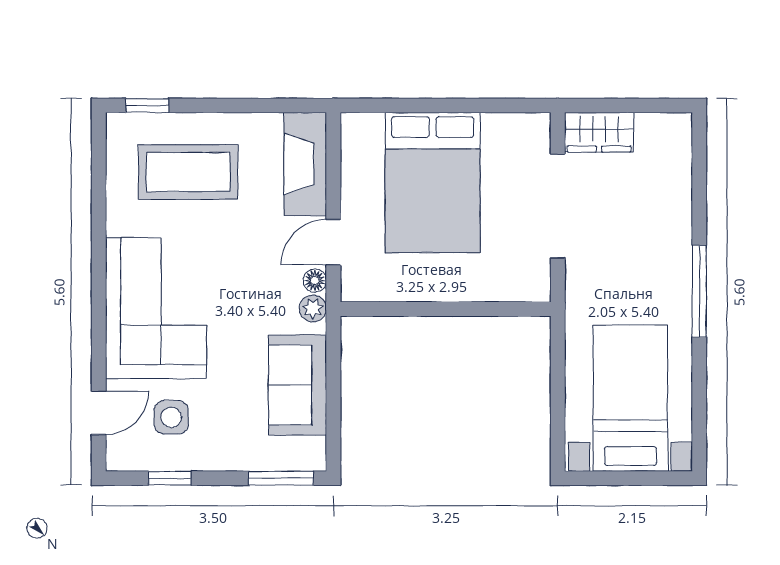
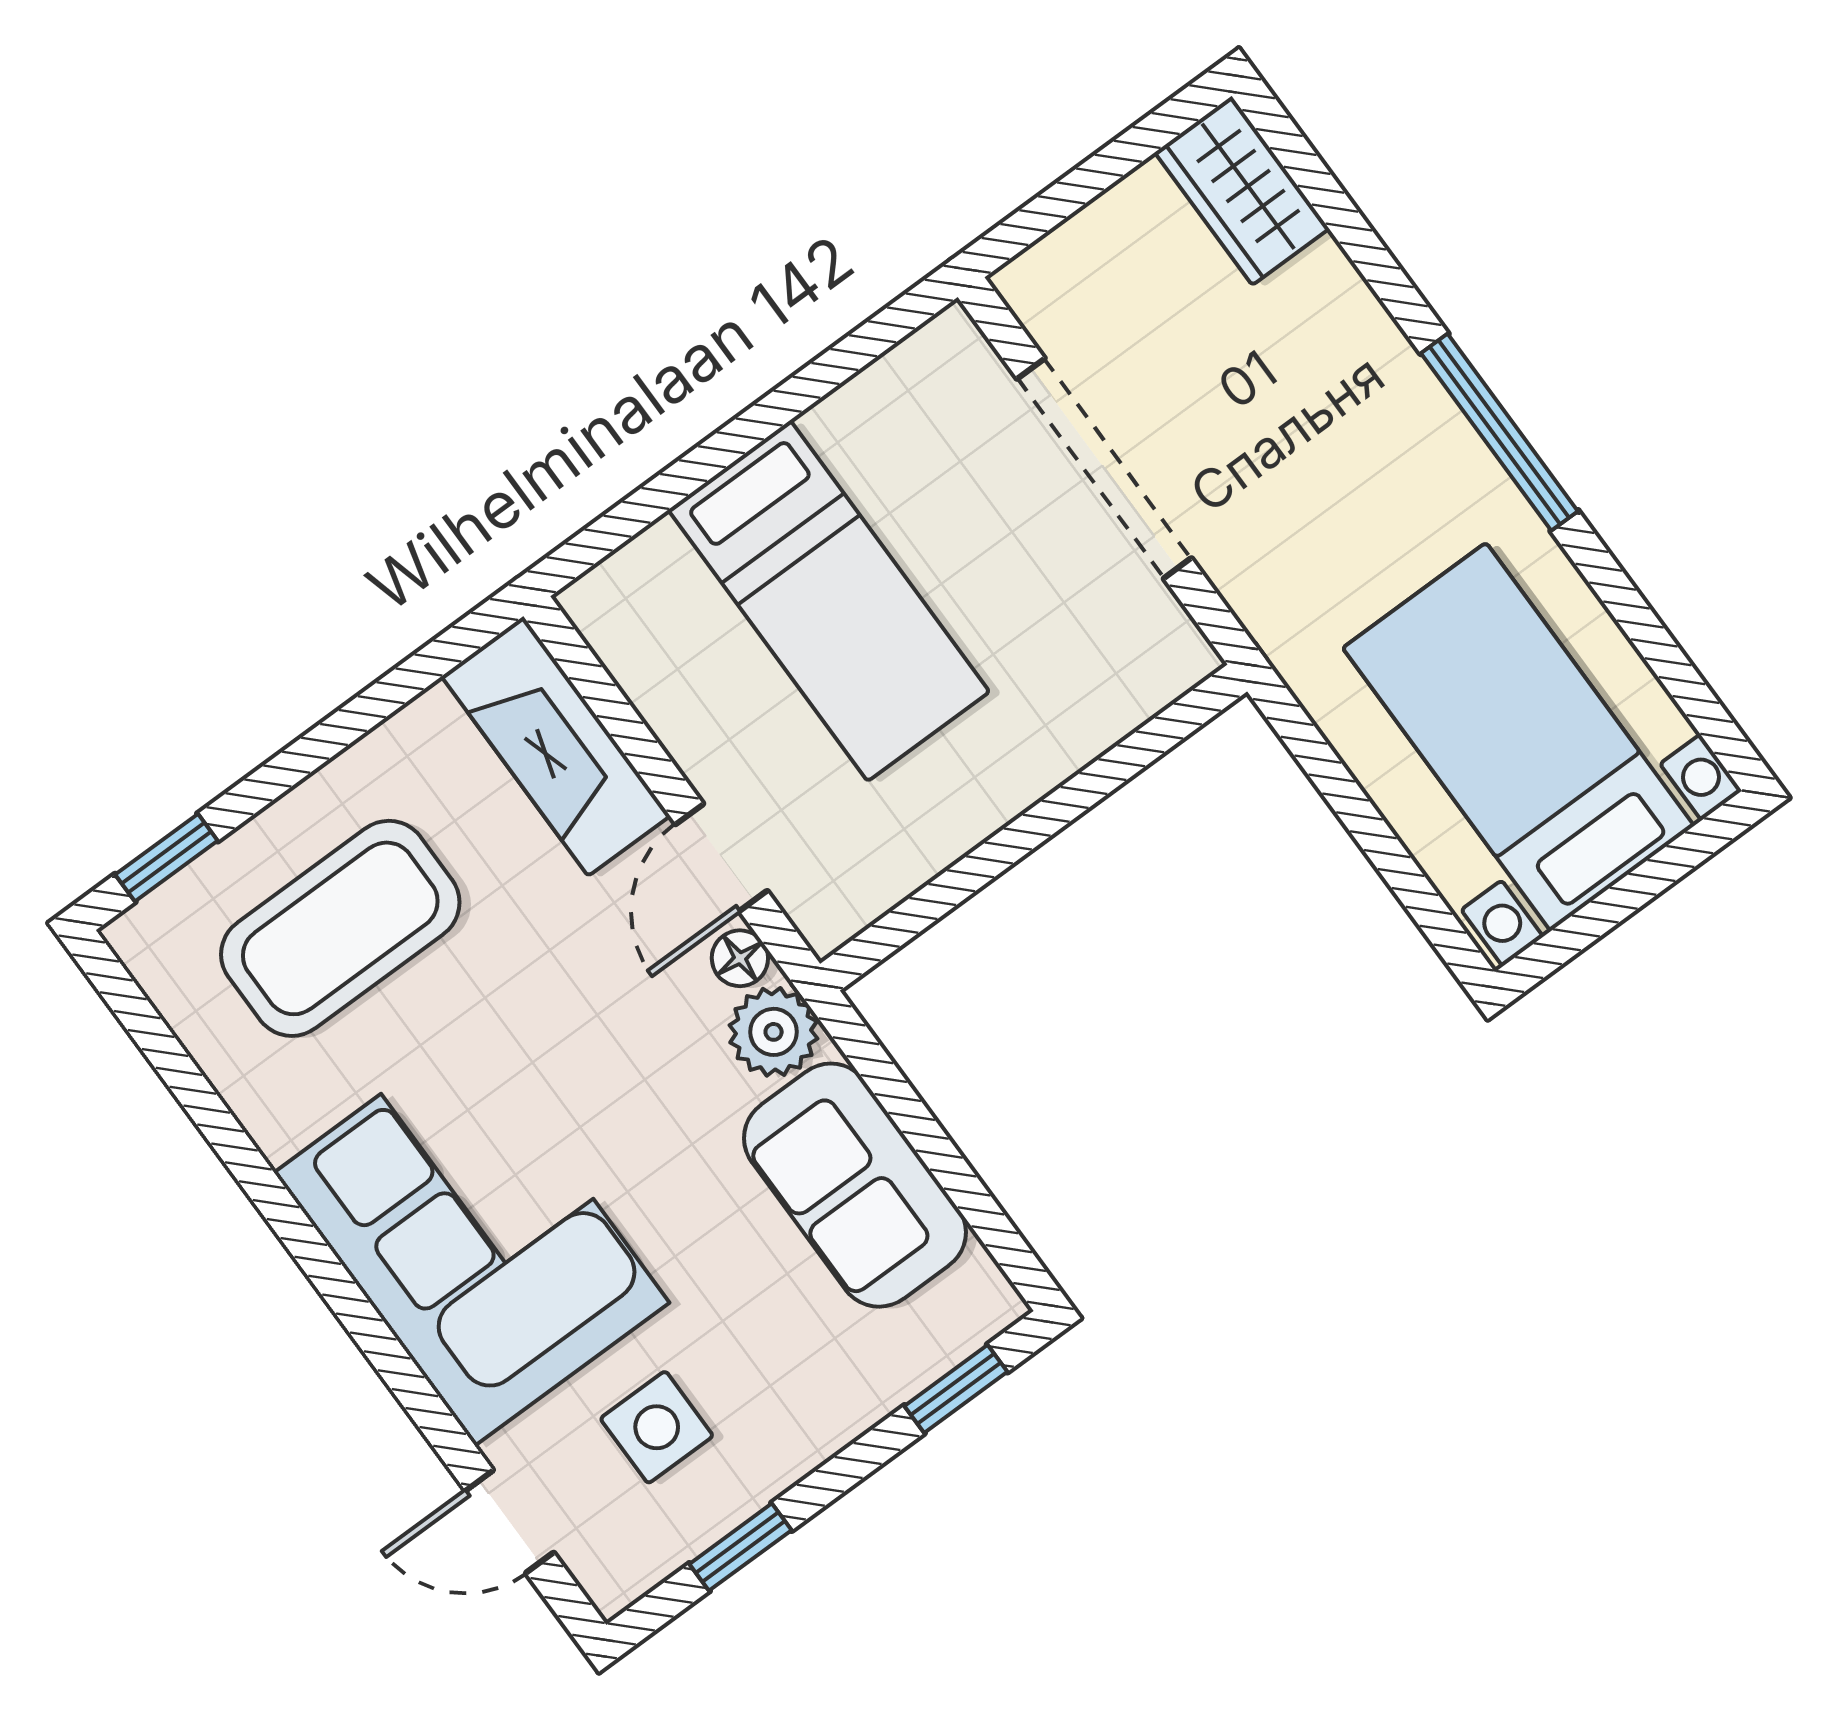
wardrobe: (599, 132) -> (1242, 191), moved, turned 90
bed: (433, 183) -> (829, 601), width x0.67
plant: (313, 308) -> (774, 1032), width x1.38, depth x1.38
door: (99, 413) -> (510, 1522), swing flipped
window: (281, 478) -> (956, 1389), width x0.67

